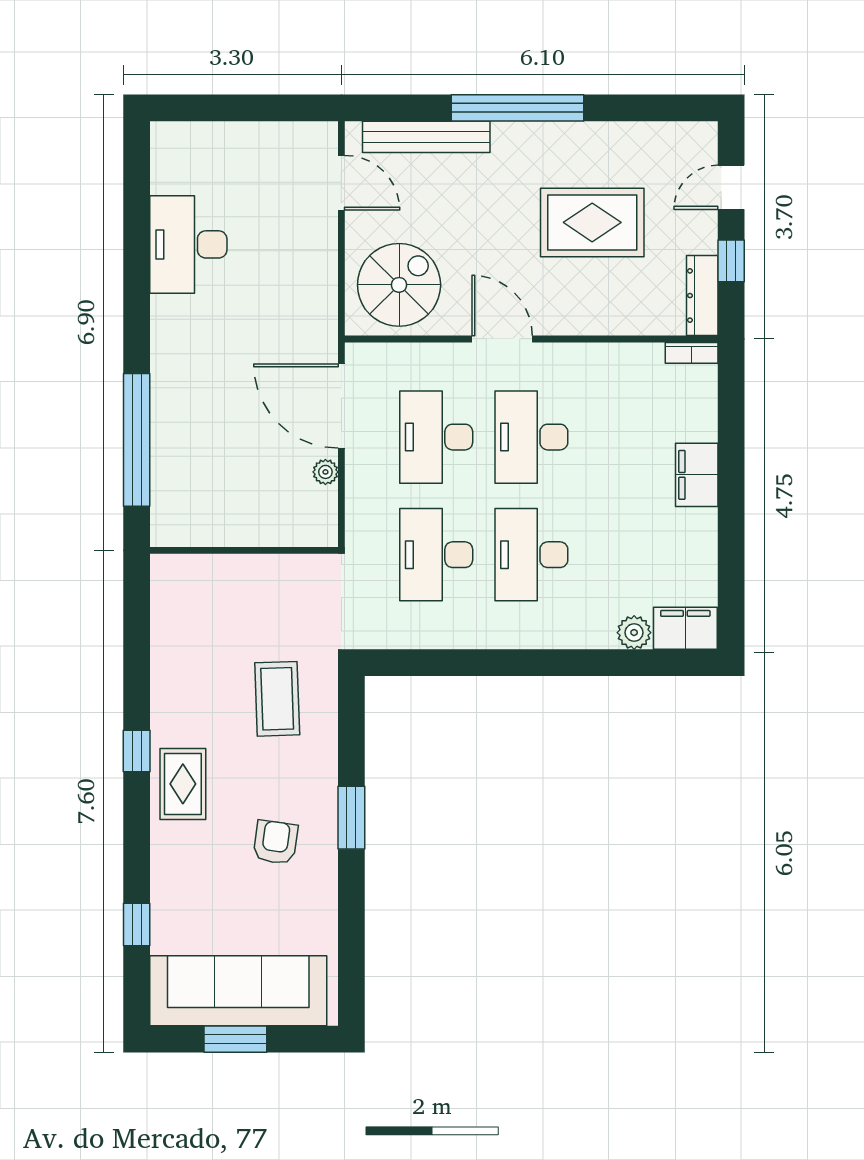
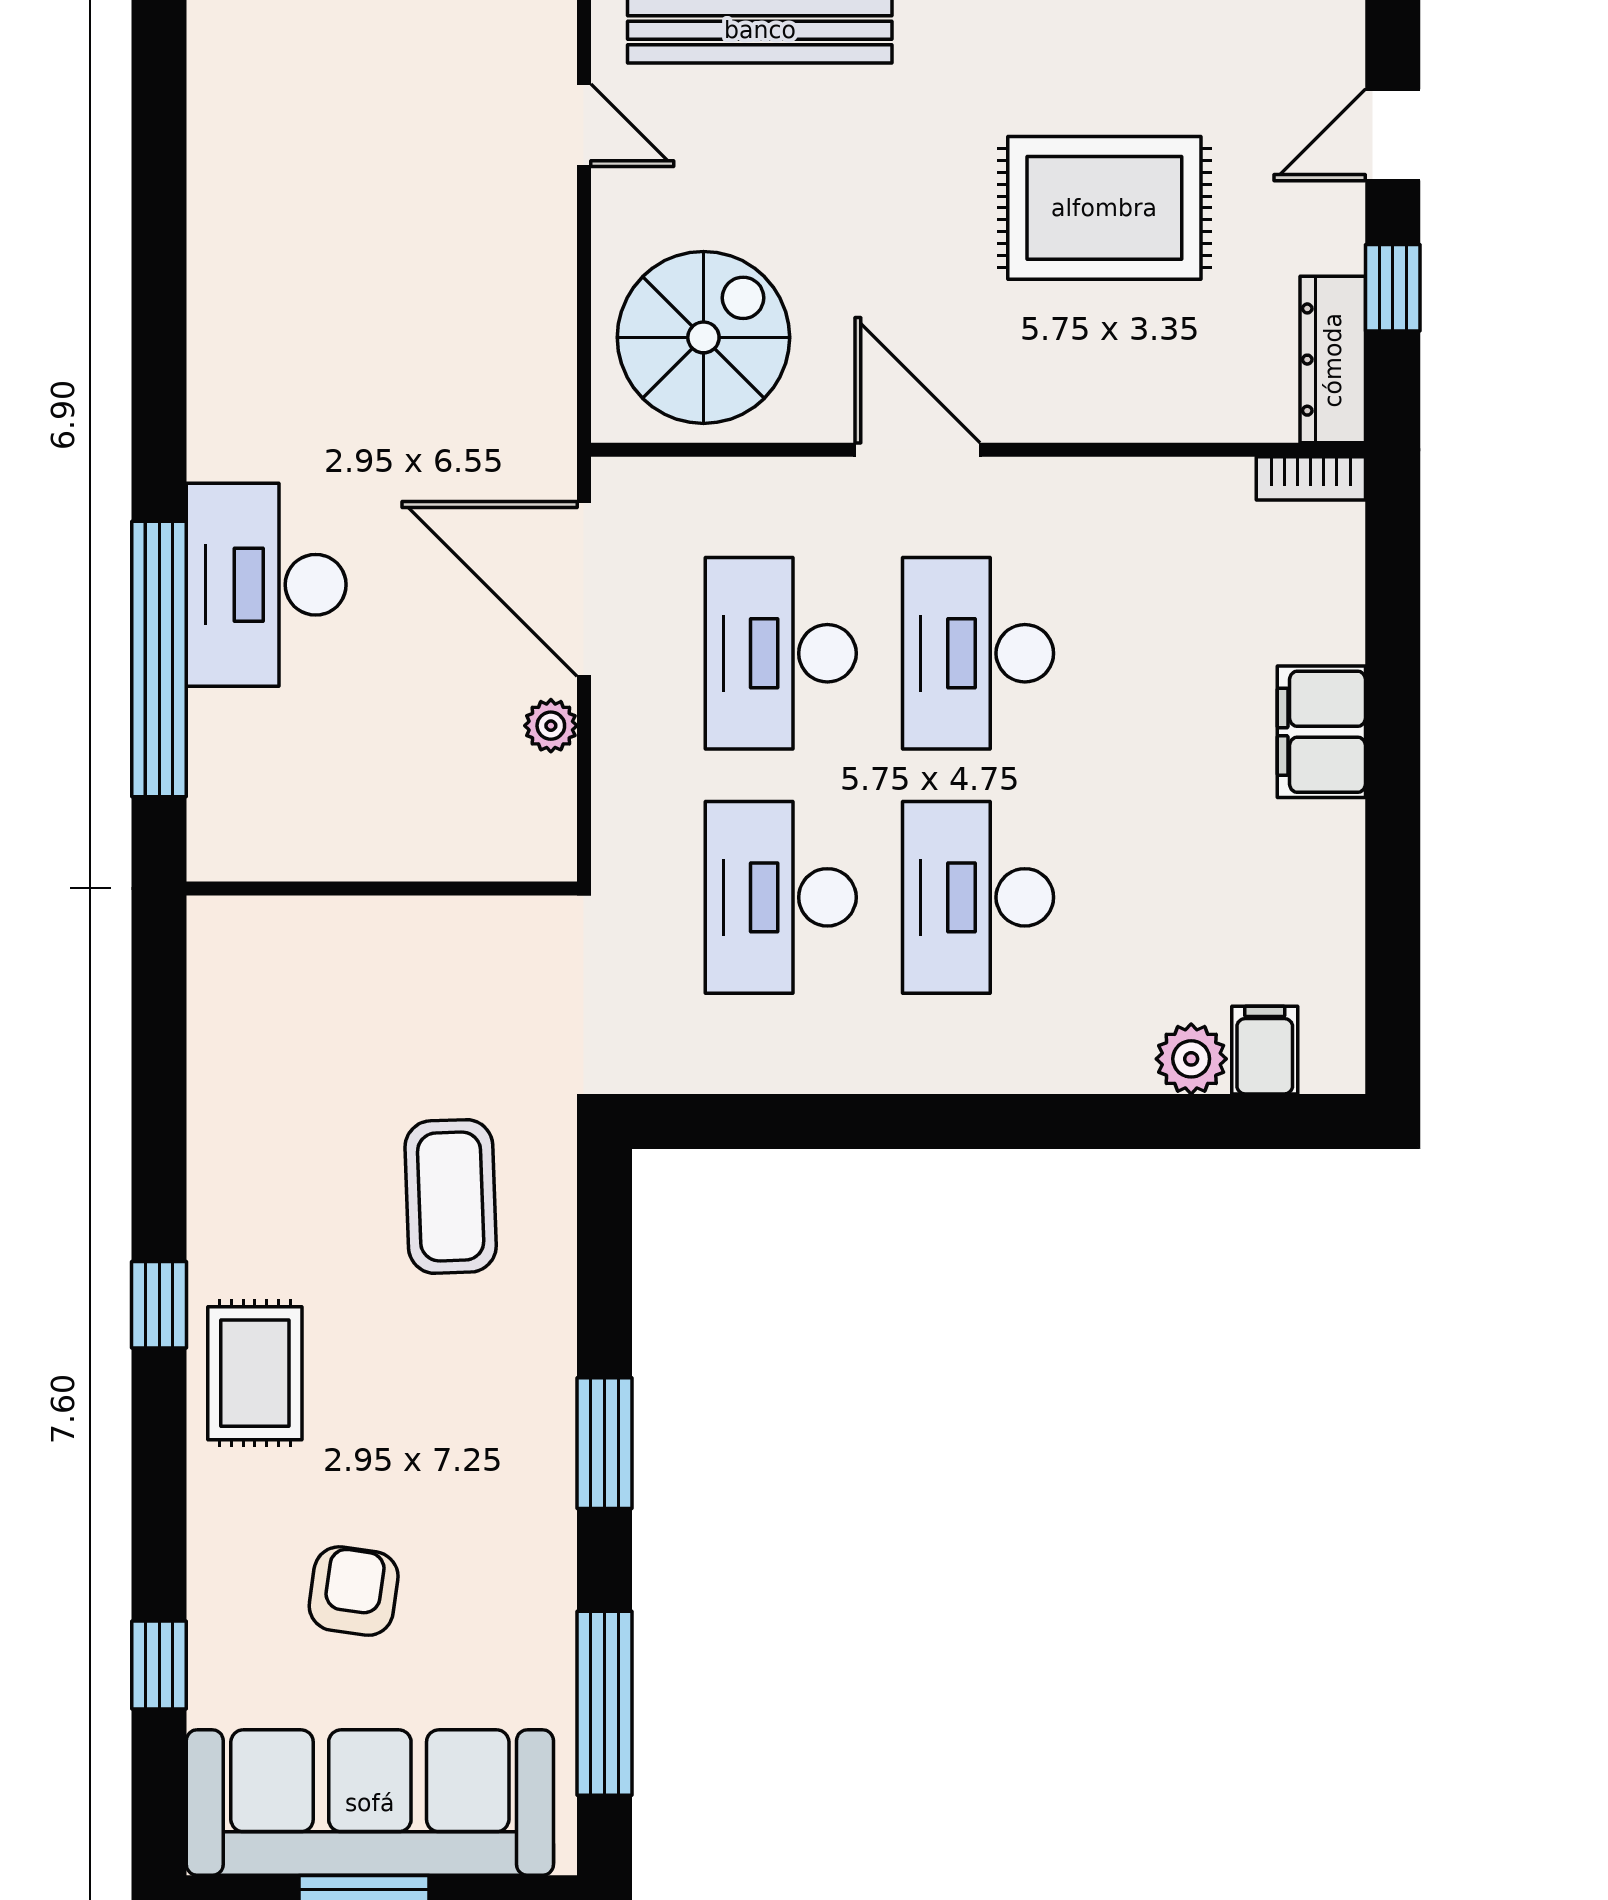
door: (341, 183) -> (584, 125), width x0.73
desk: (188, 244) -> (266, 585), moved
filing cabinet: (685, 628) -> (1265, 1050), width x0.50
armchair: (275, 842) -> (354, 1591), moved
window: (351, 943) -> (605, 1703), added

